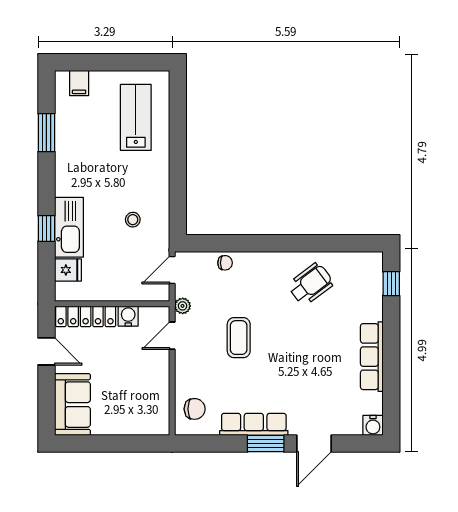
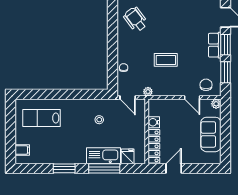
window: (46, 133) -> (64, 168), moved
window: (46, 228) -> (104, 168), width x2.17
door: (172, 336) -> (192, 98), moved
sofa: (72, 405) -> (211, 134), moved, turned -90
row of seats: (254, 424) -> (215, 45), width x0.68
plant: (161, 427) -> (216, 104), added
window: (217, 444) -> (226, 72), added

